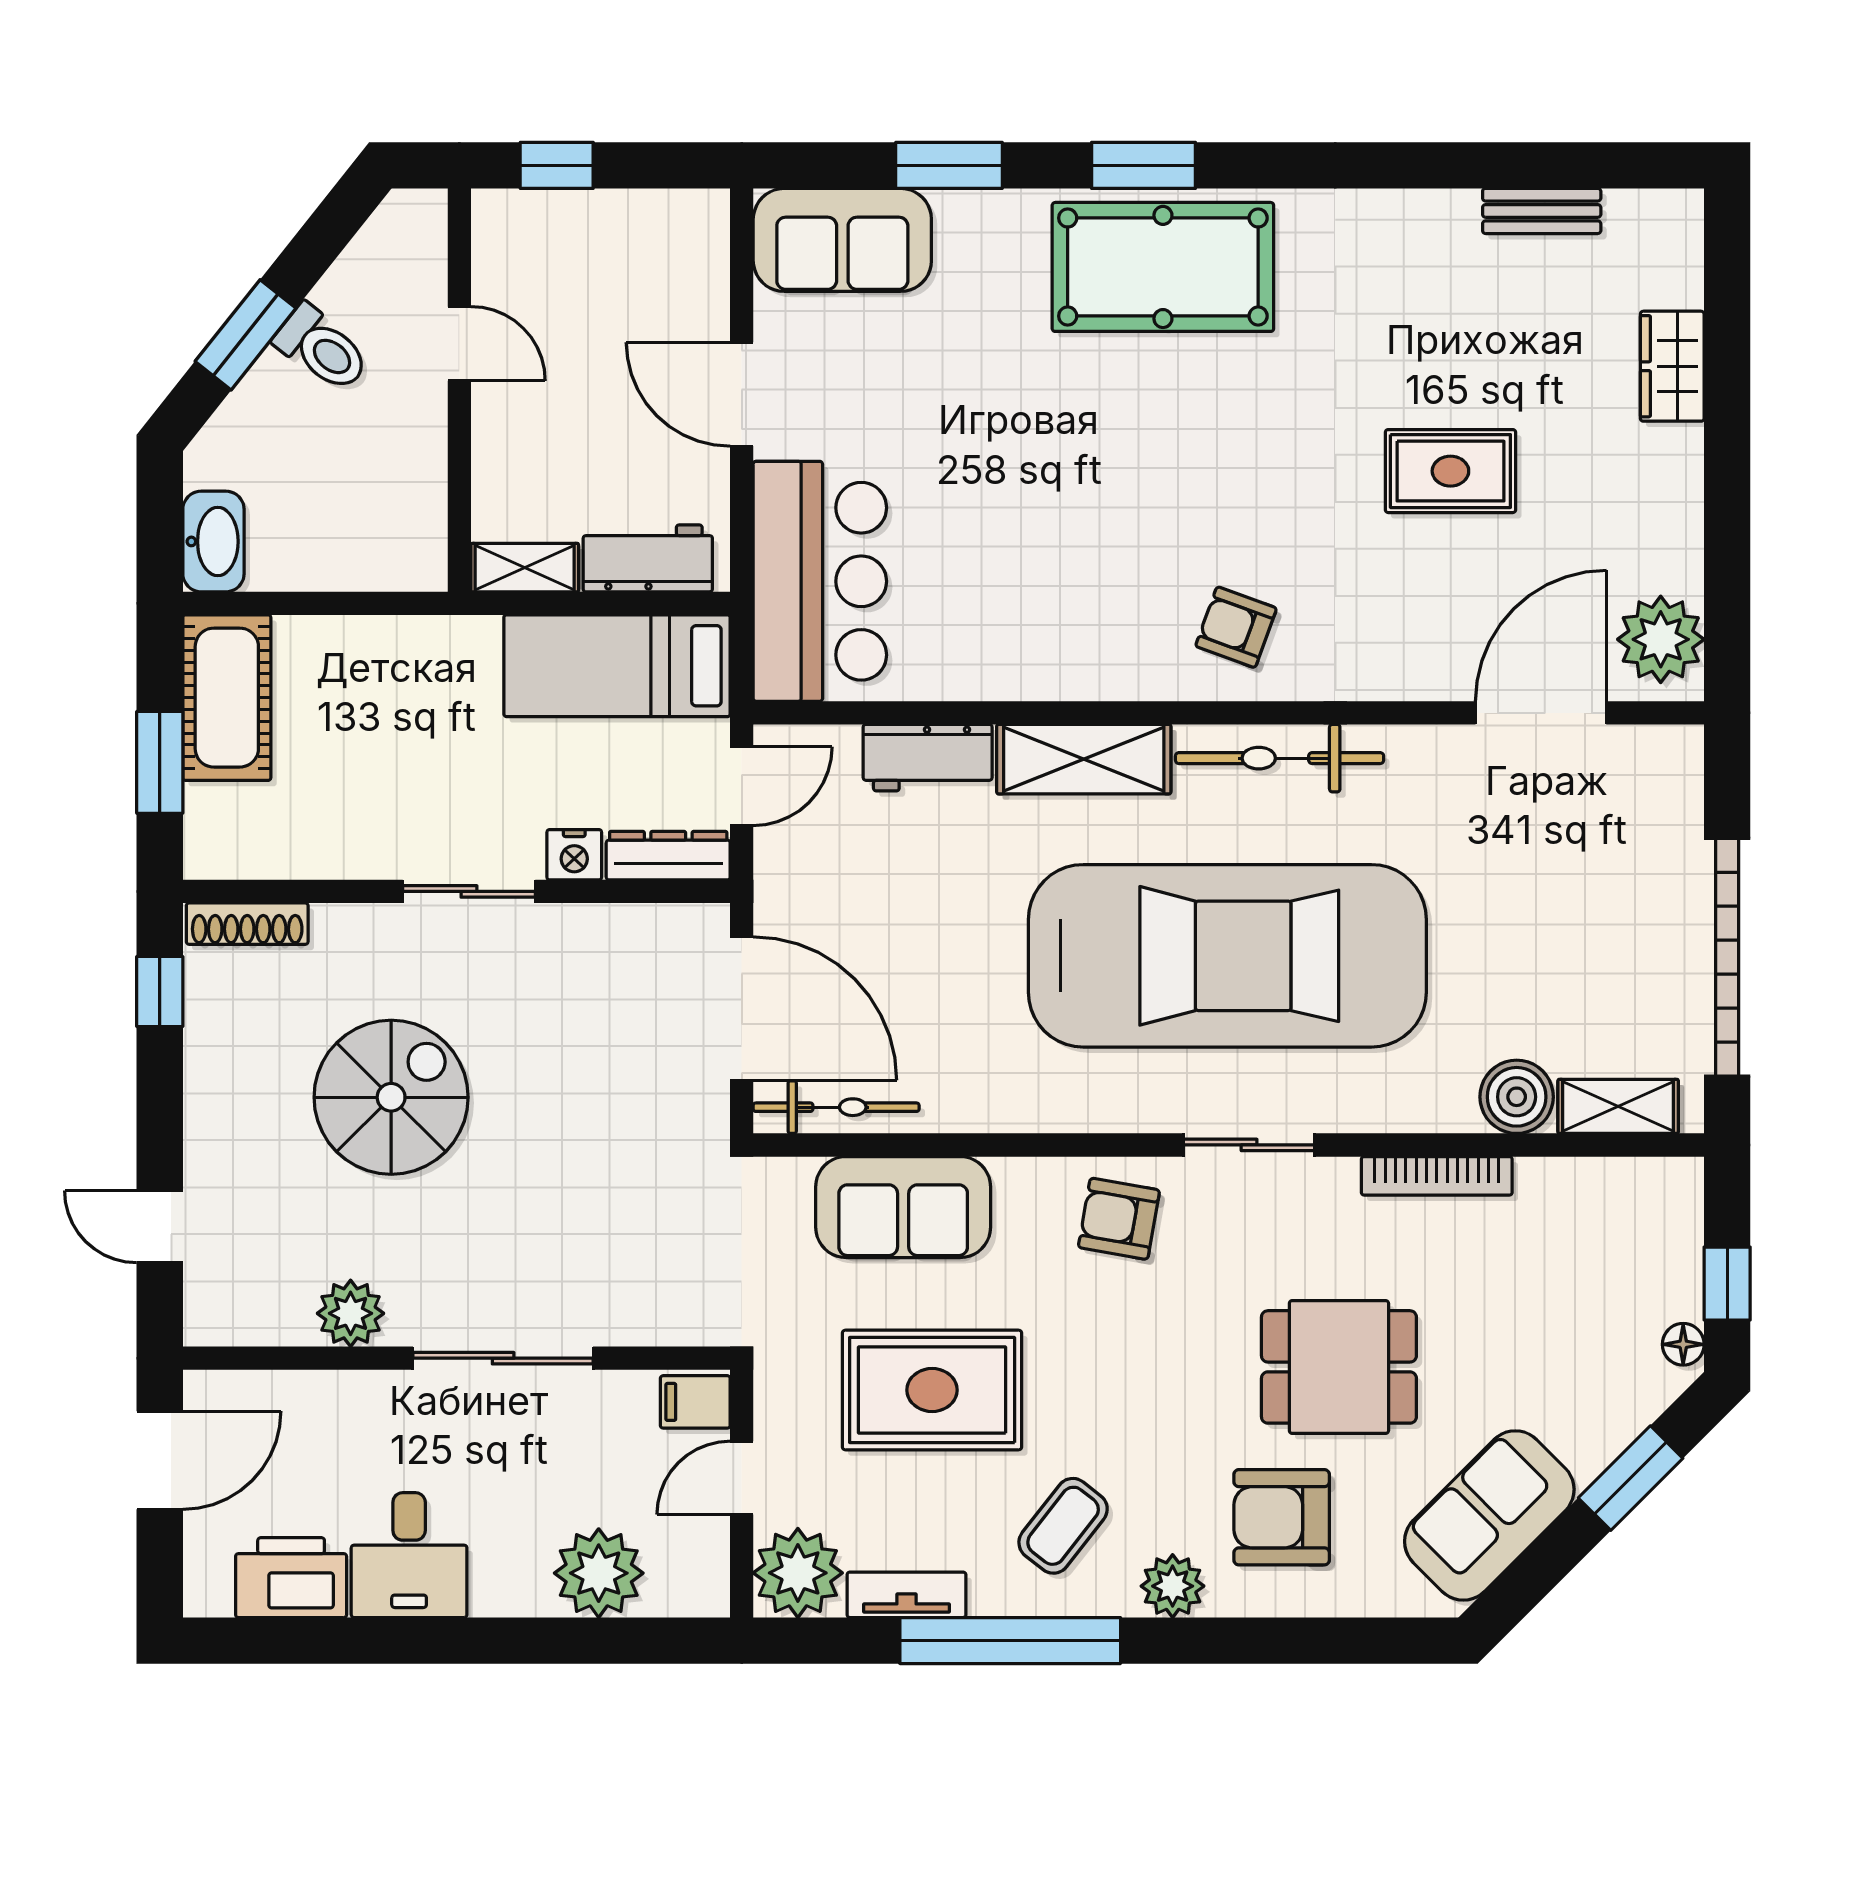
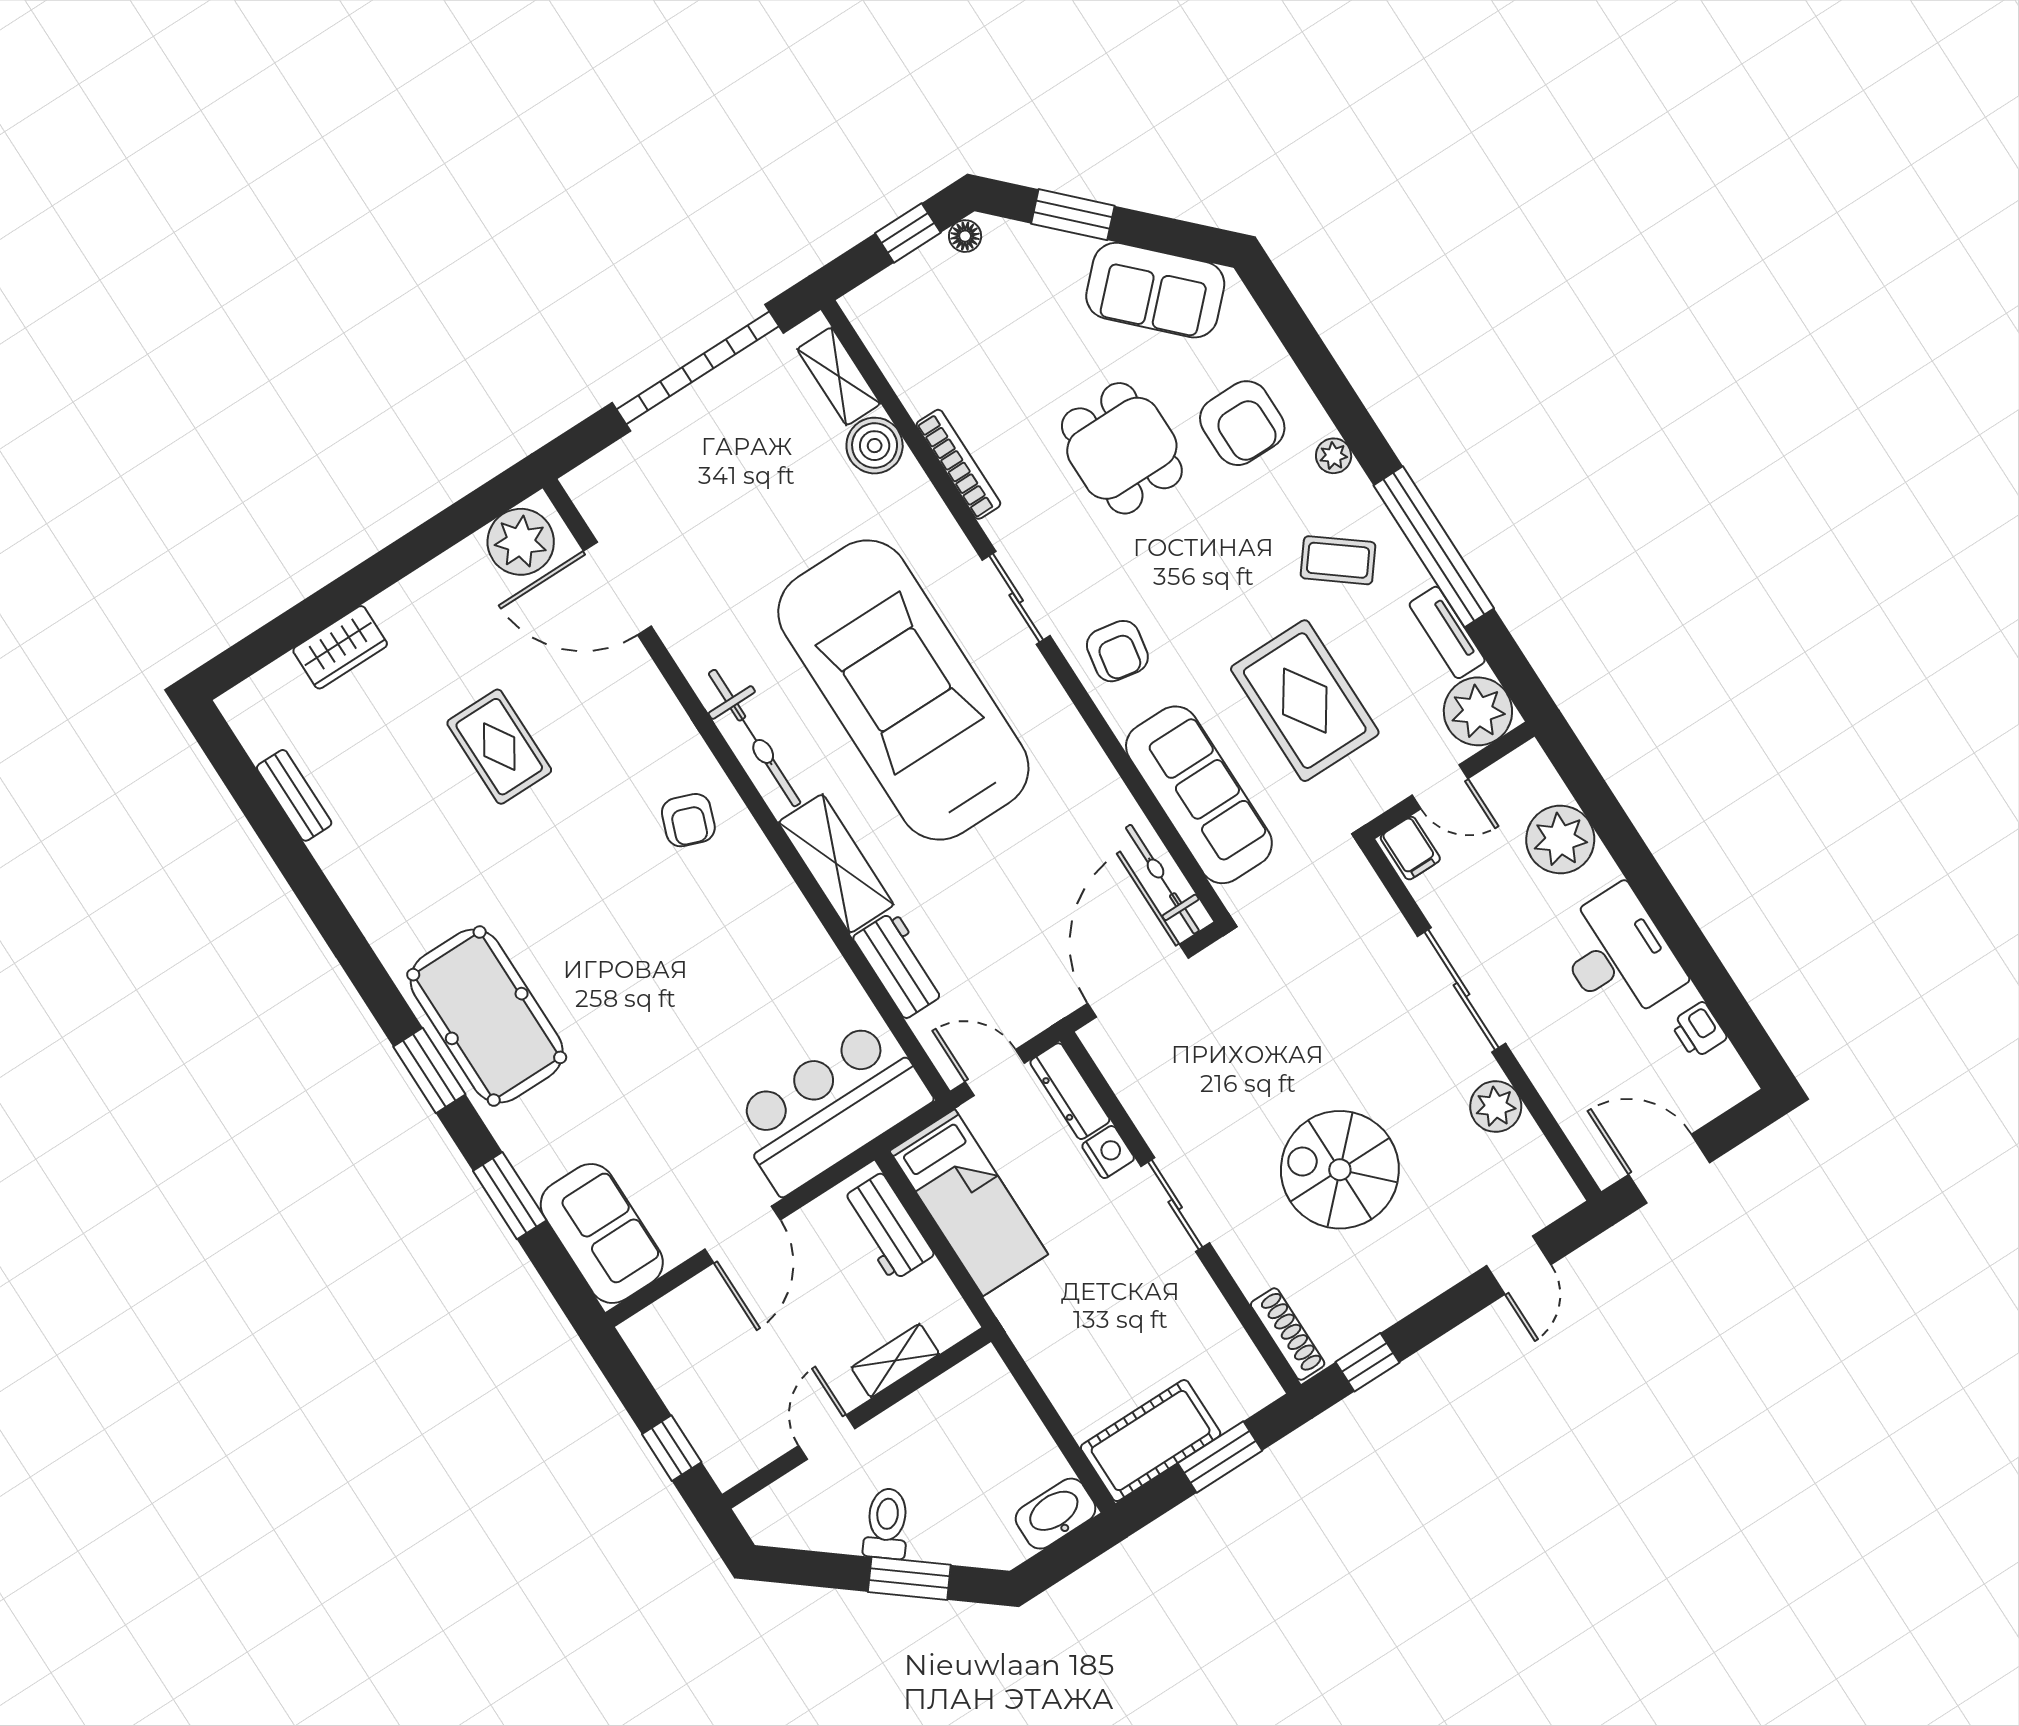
shelving: (525, 568) -> (895, 1361), moved, turned 90
sofa: (903, 1207) -> (1199, 795), width x1.36
desk: (409, 1555) -> (1618, 955), width x1.37
printer: (291, 1578) -> (1699, 1030), width x0.53, depth x0.68
plant: (1173, 1586) -> (1334, 456), width x0.73, depth x0.73

